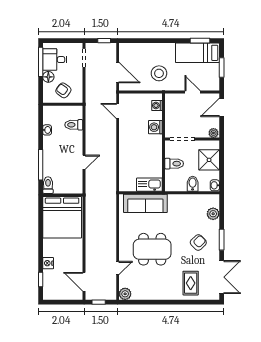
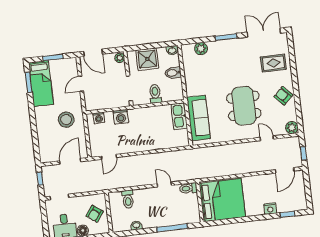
toilet: (48, 185) -> (188, 188), moved
armchair: (198, 242) -> (283, 96), moved

